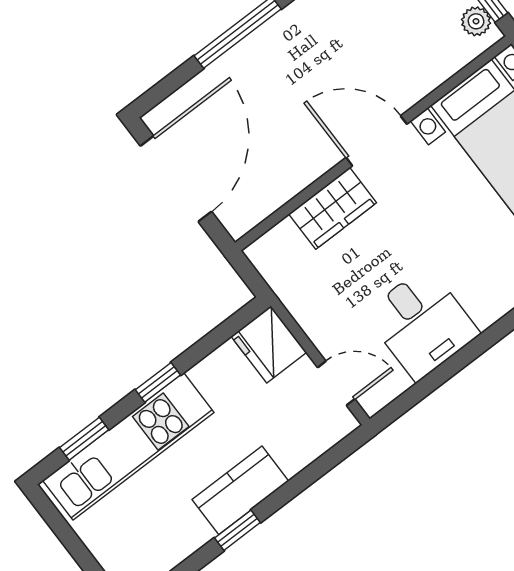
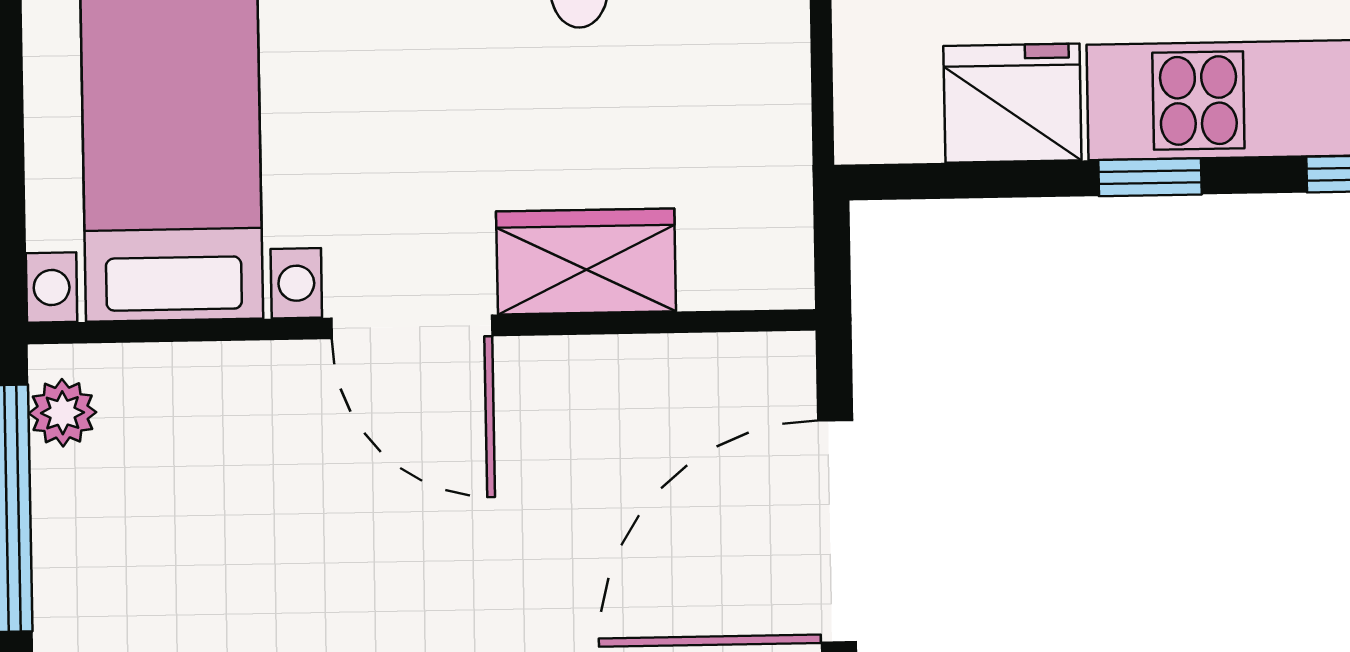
fridge: (269, 344) -> (1012, 103), moved, turned -90

